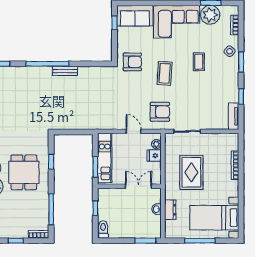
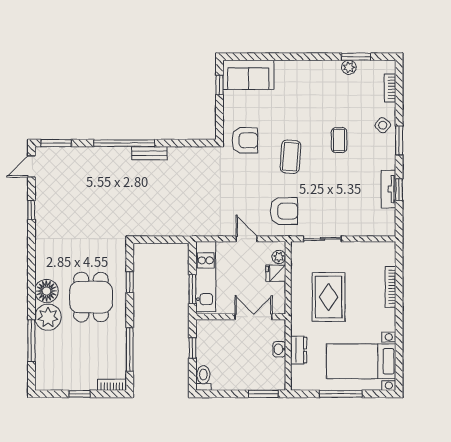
plant: (210, 15) -> (349, 67), width x0.53, depth x0.53
corner sofa: (177, 22) -> (308, 83), removed
tv unit: (234, 116) -> (388, 189), moved

